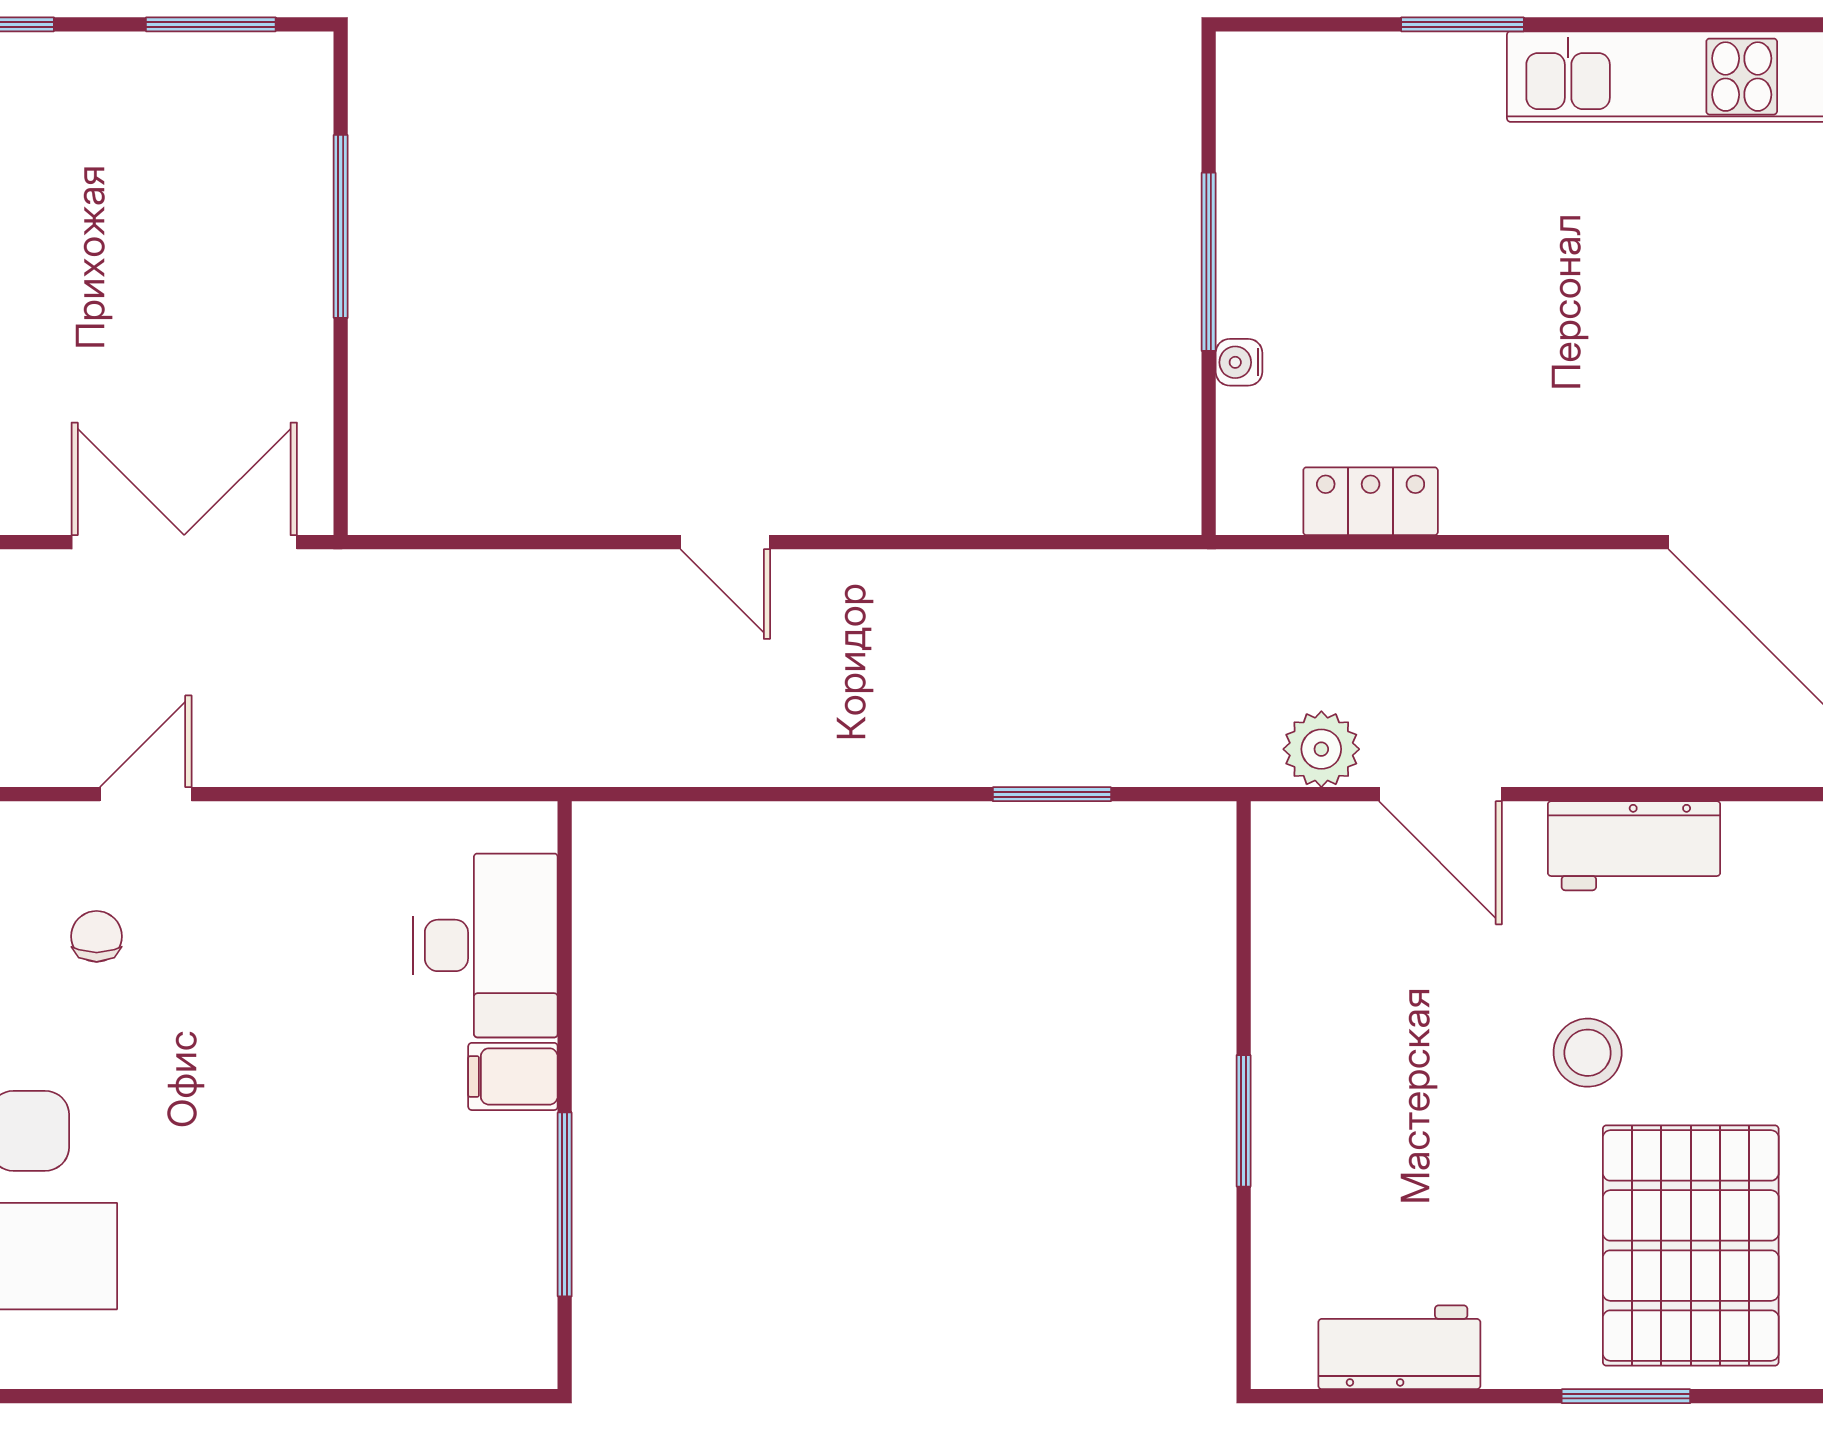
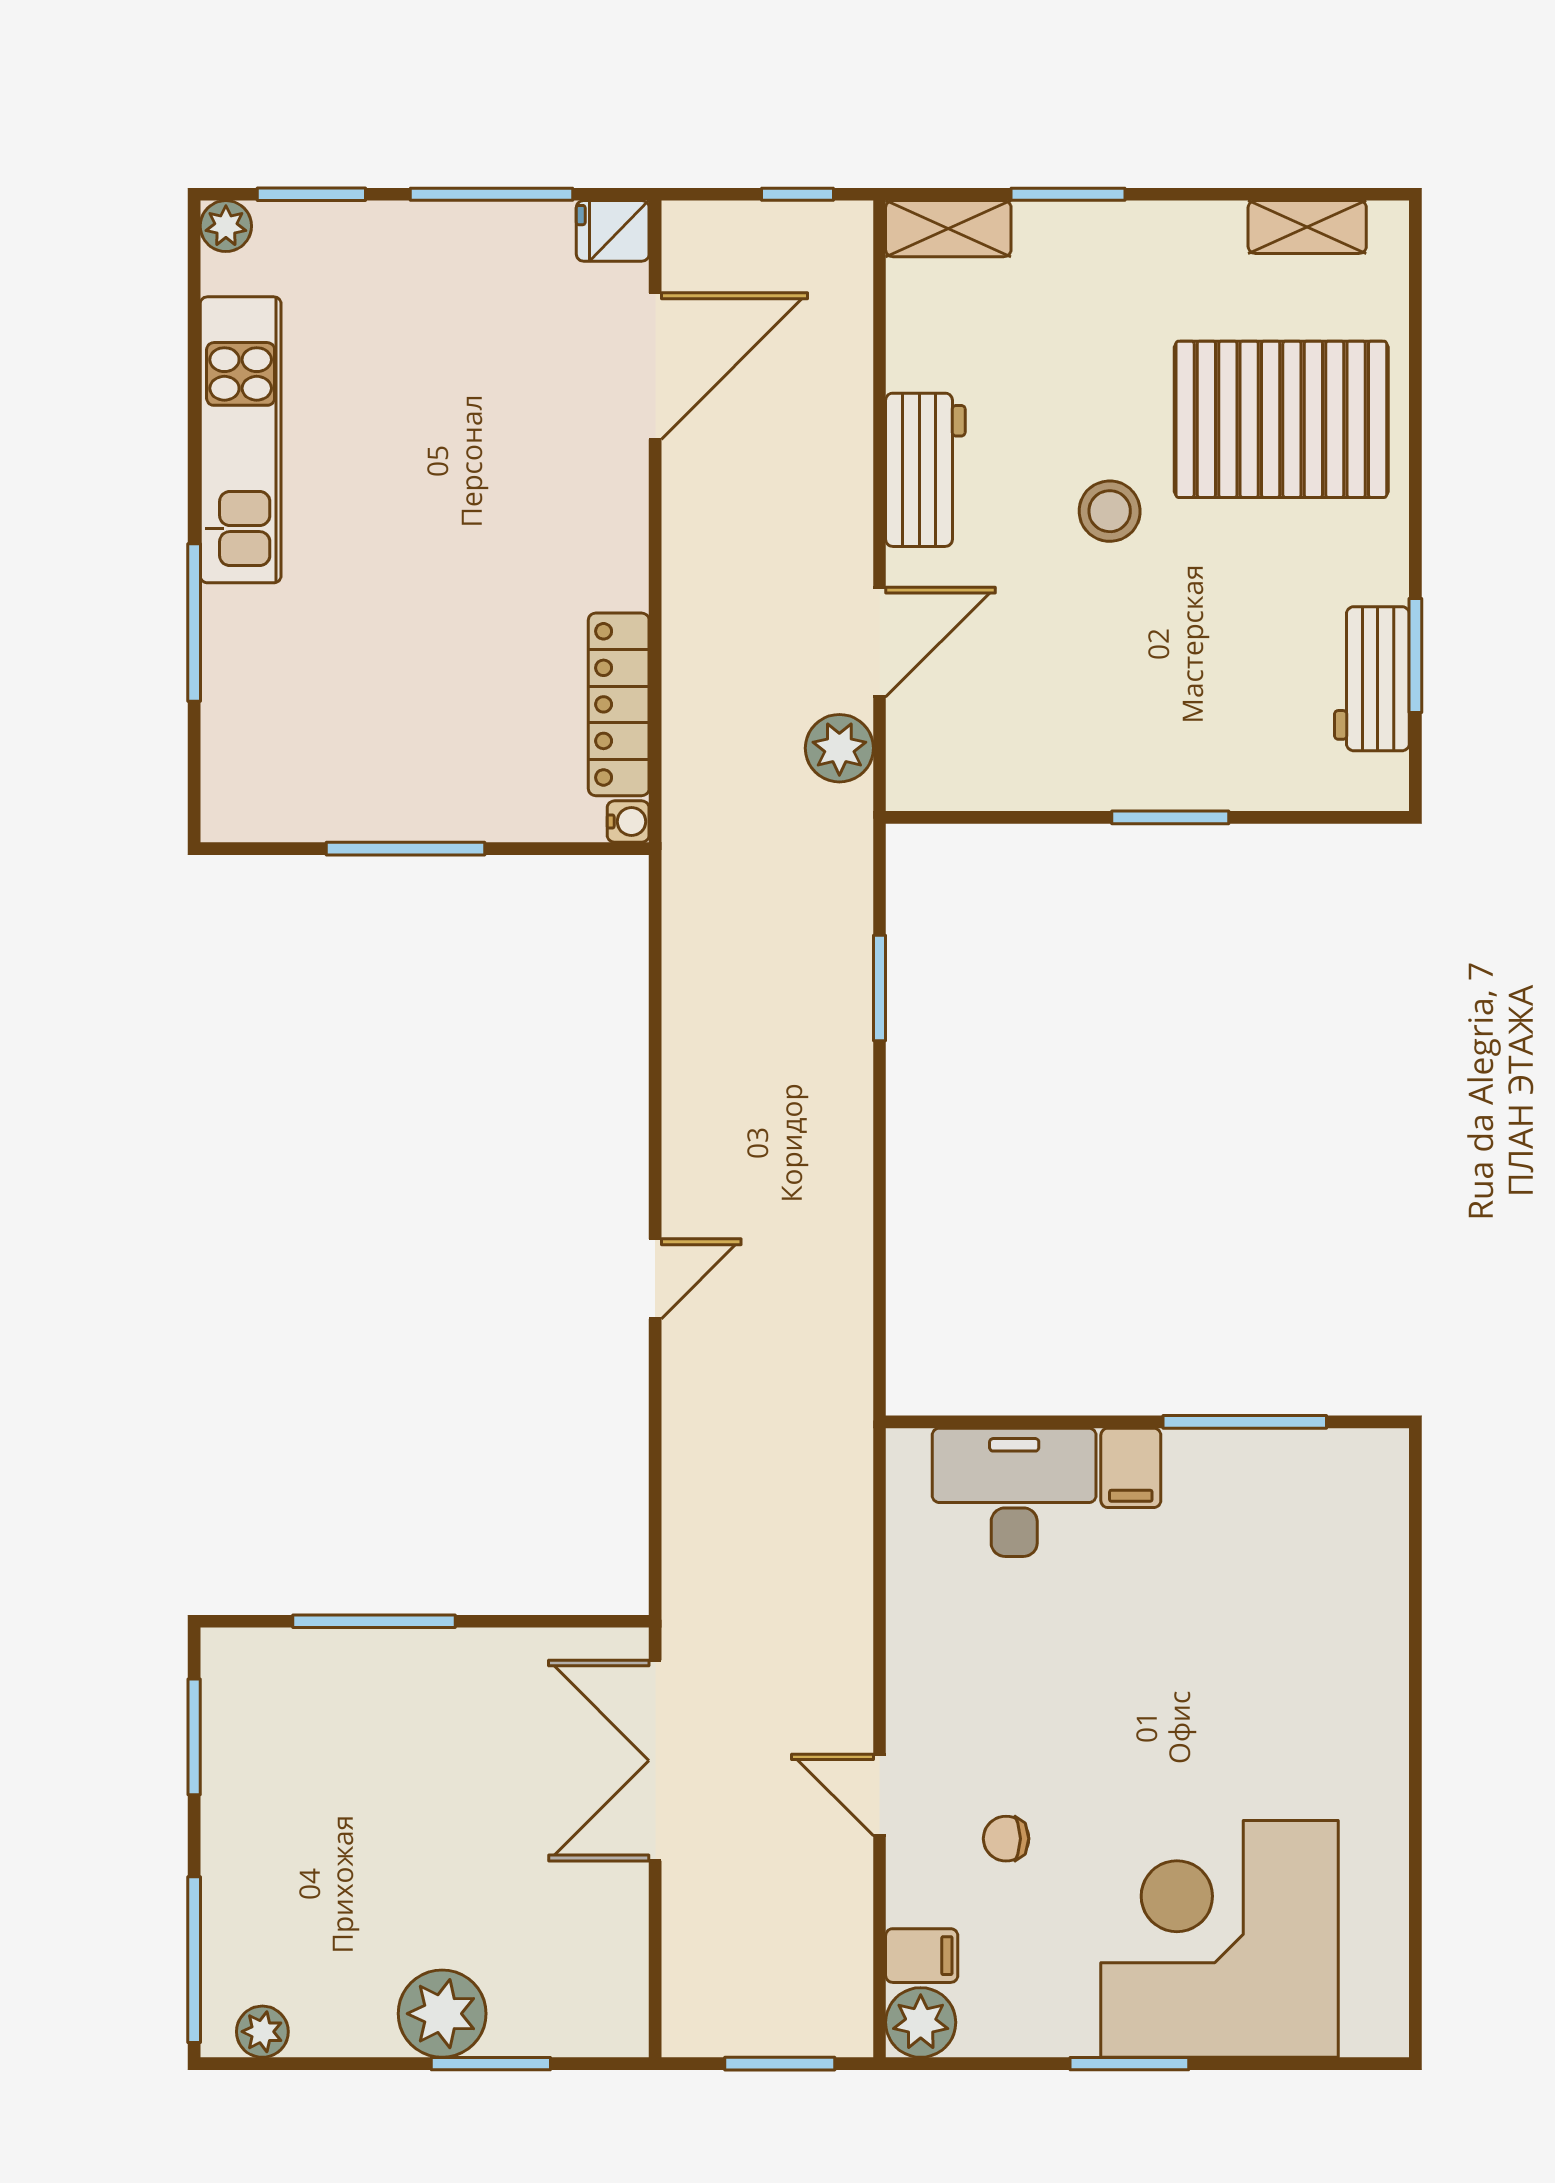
window: (1463, 24) -> (194, 623), width x1.44
water cooler: (1239, 362) -> (628, 822), moved, turned -90
locker: (1371, 501) -> (619, 704), width x1.53
window: (1626, 1396) -> (1415, 656), moved

